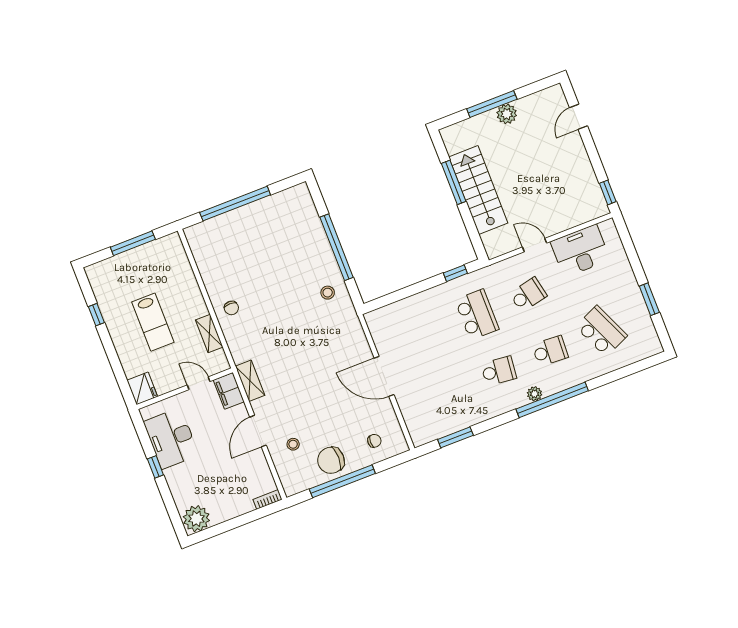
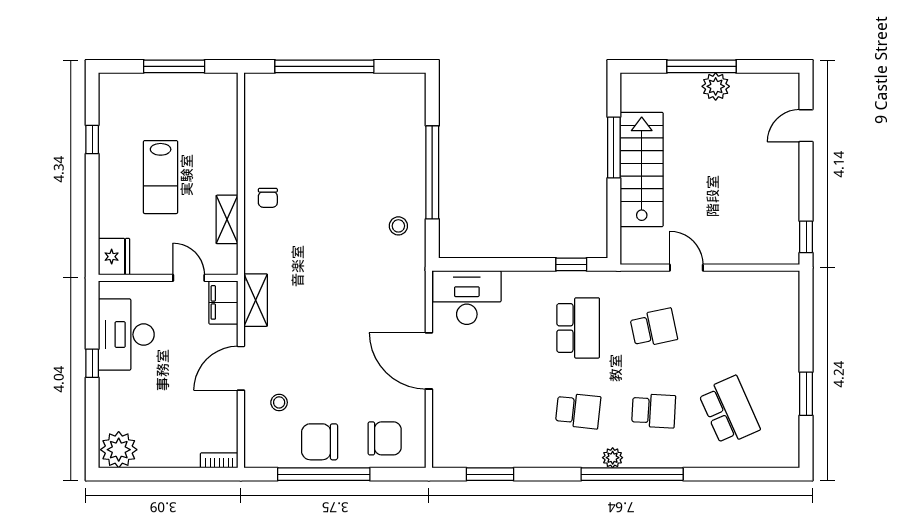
desk: (580, 251) -> (467, 298), moved
chair: (374, 441) -> (385, 438), width x1.87, depth x1.87

